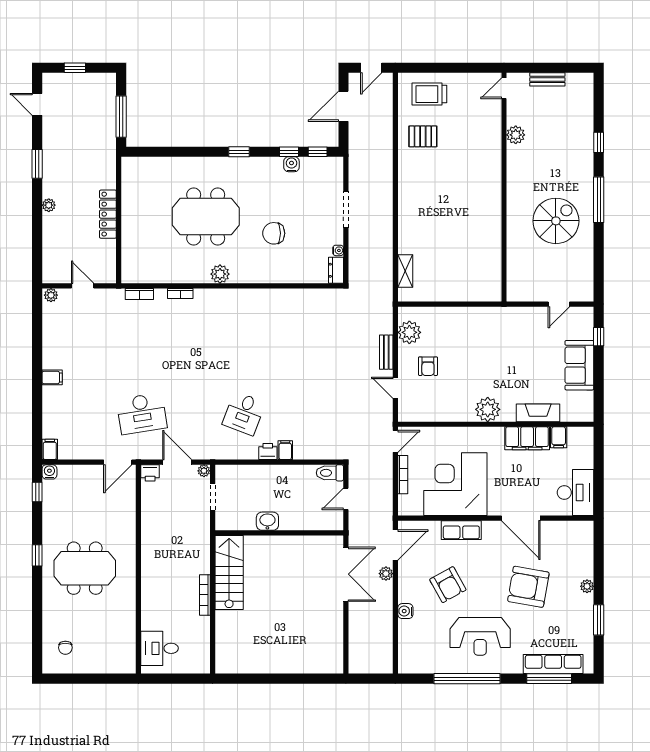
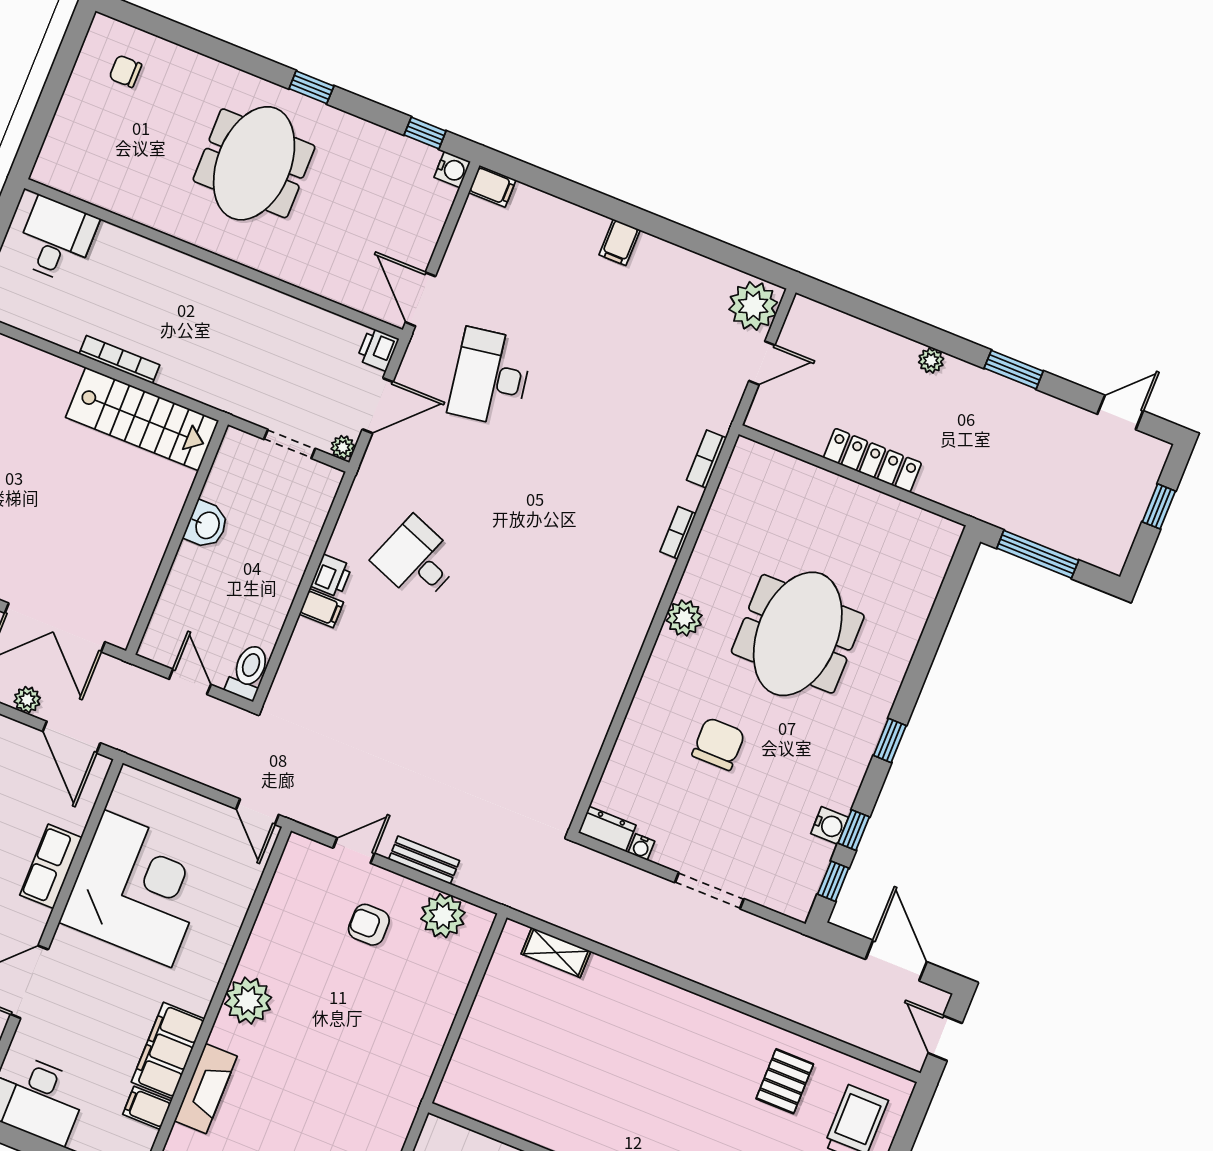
plant: (51, 295) -> (753, 306), width x1.87, depth x1.87
bookcase: (403, 475) -> (193, 801), removed

